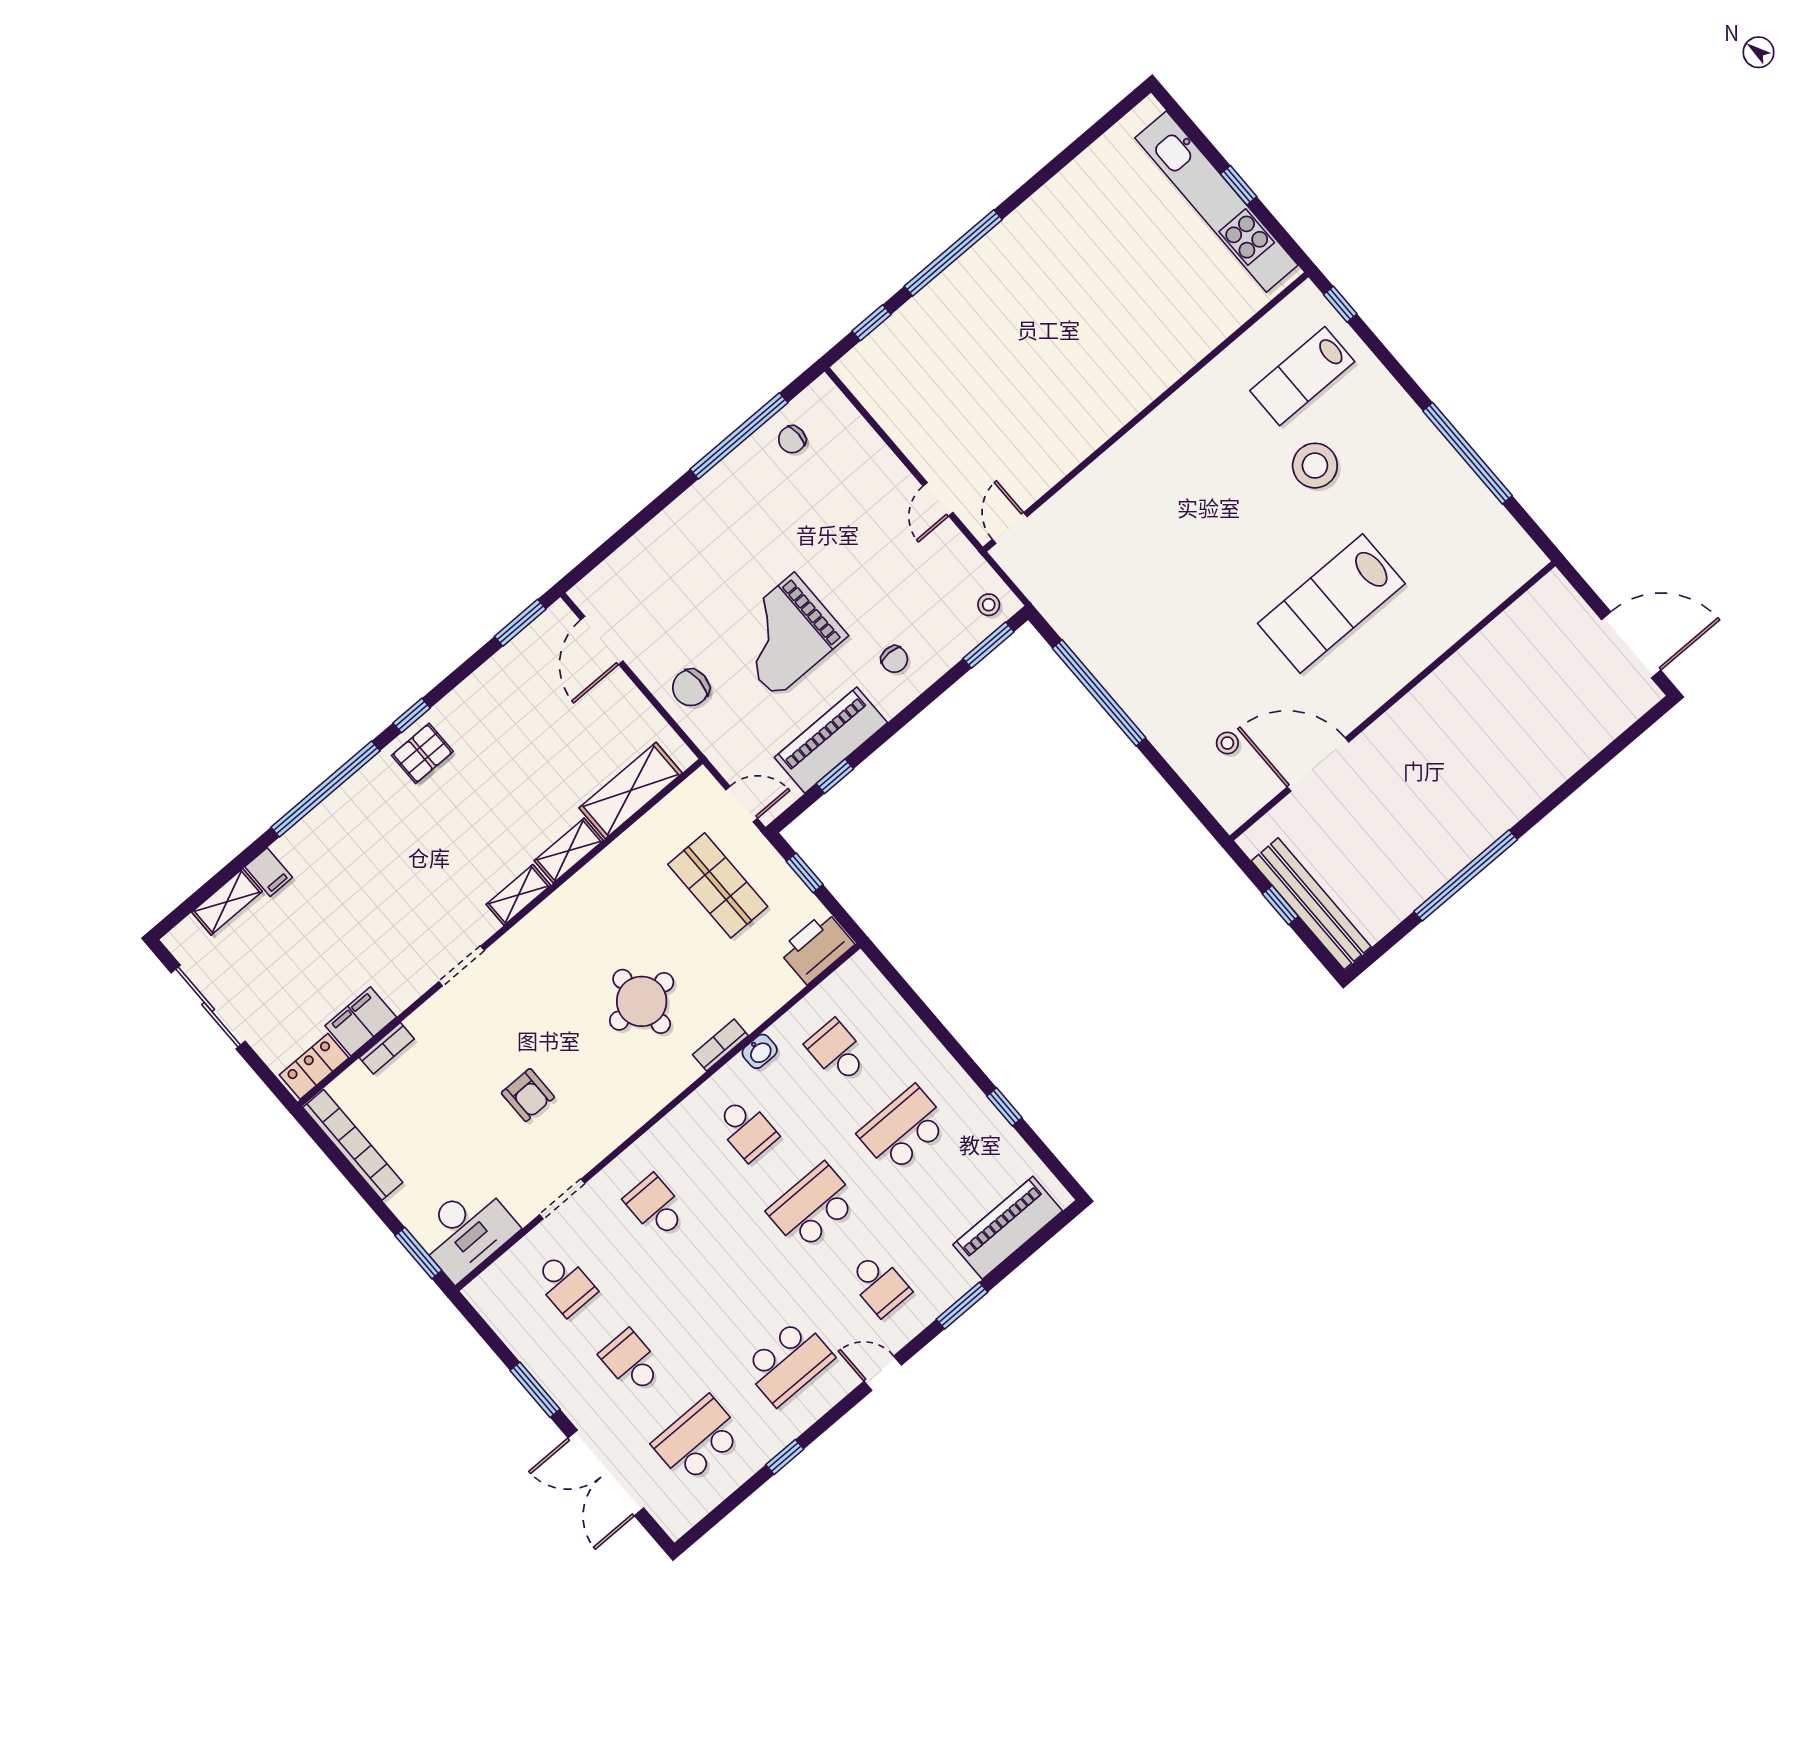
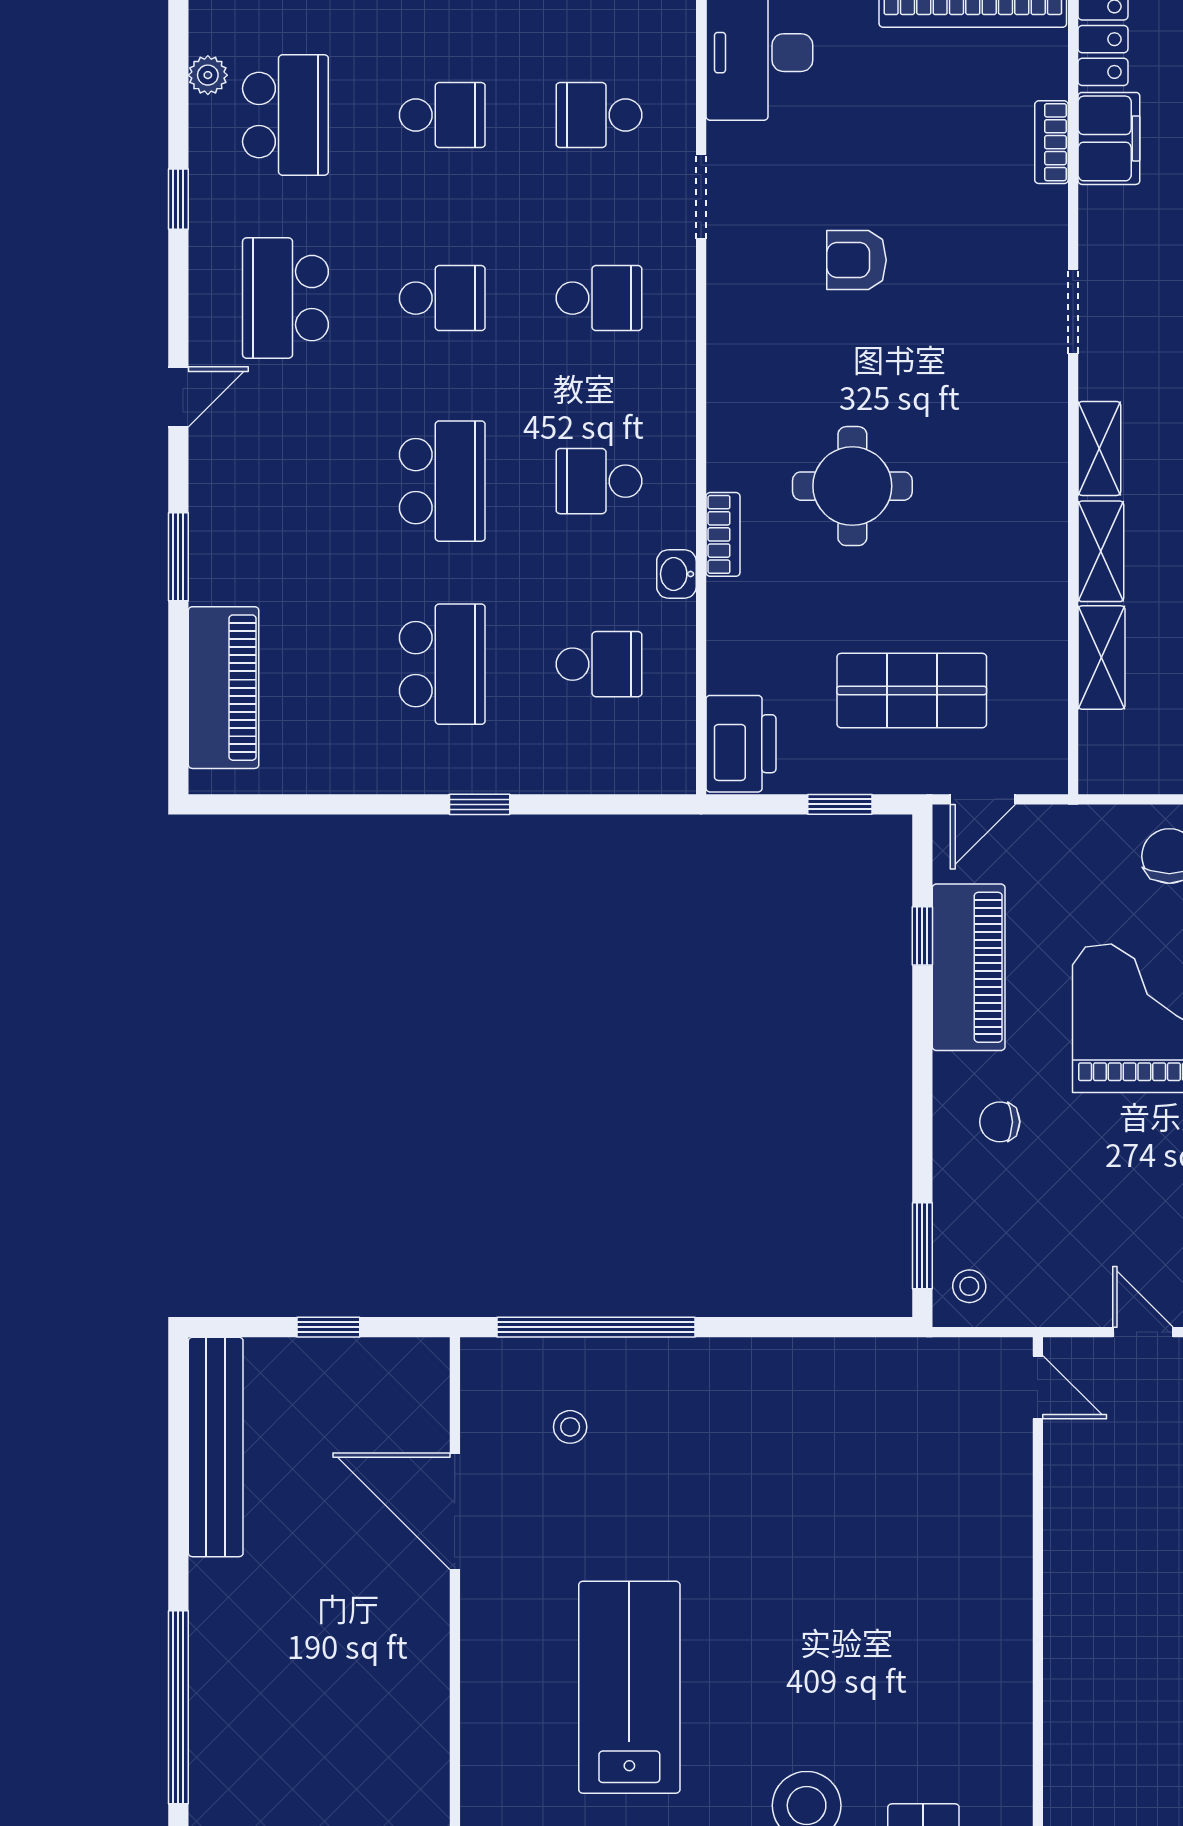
window: (1099, 693) -> (596, 1327), moved
door: (1318, 764) -> (455, 1511), swing flipped
shelving: (631, 791) -> (1101, 658), width x0.67, depth x0.75
window: (1466, 875) -> (178, 1707), moved
bench: (1311, 904) -> (216, 1447), moved, turned 90
window: (1004, 1107) -> (480, 804), moved
school desk: (879, 1284) -> (442, 298), moved, turned 180
plant: (711, 1495) -> (208, 75), added

